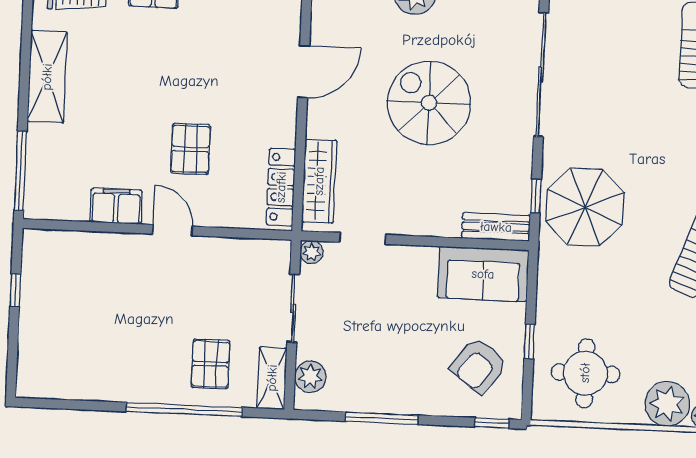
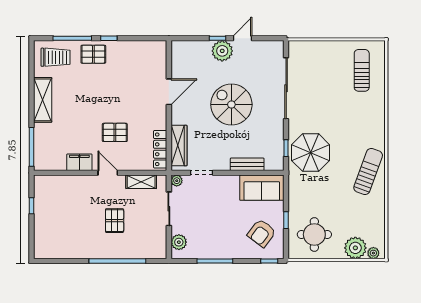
pallet: (191, 149) -> (115, 132), turned 90
bench: (496, 227) -> (247, 164), moved
pallet: (211, 364) -> (115, 221), moved
shelving: (272, 378) -> (141, 182), moved, turned 90

